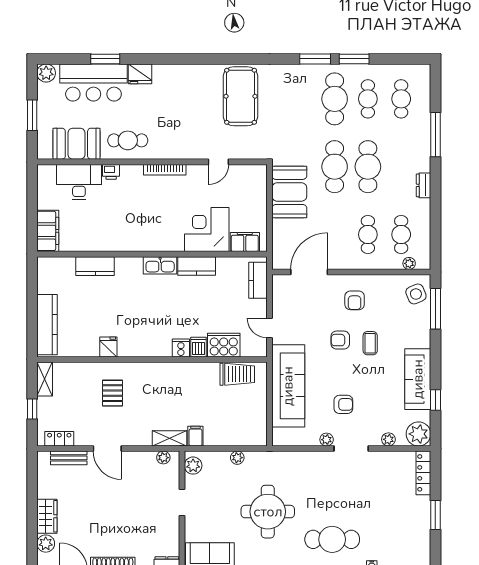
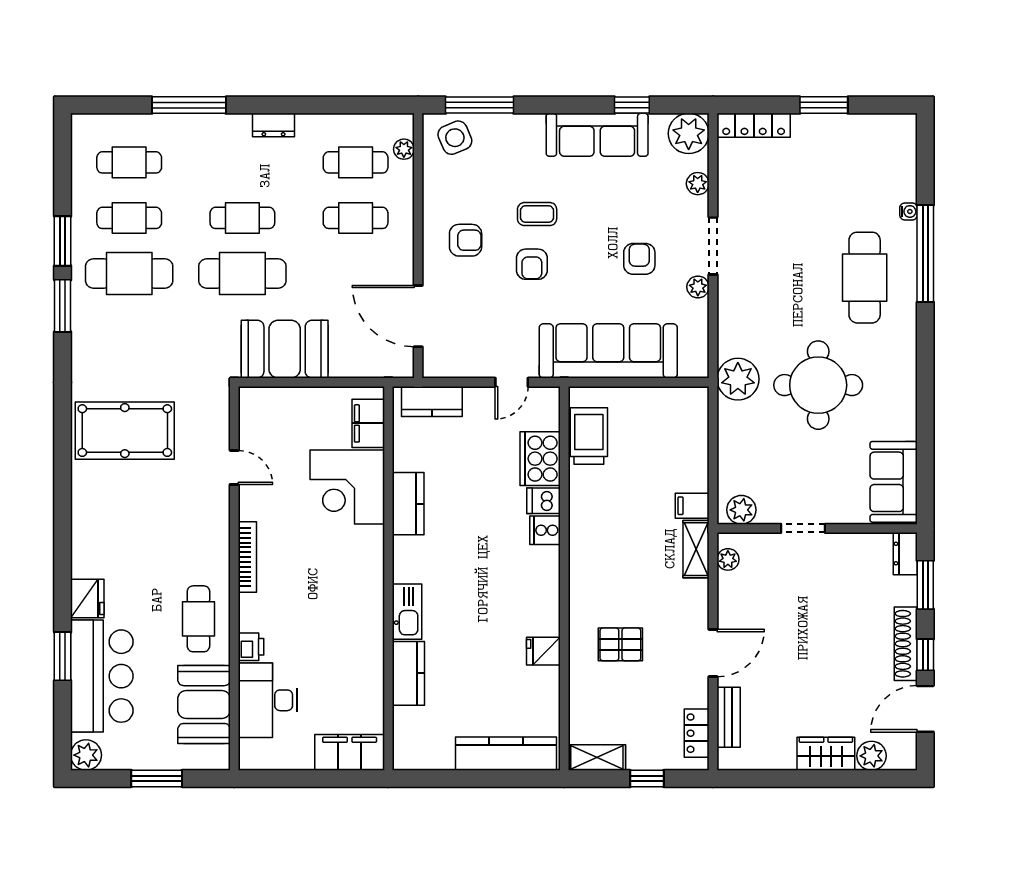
cafe table: (368, 167) -> (242, 218), width x0.73, depth x0.74
kitchen sink: (160, 265) -> (407, 612), moved
plant: (237, 458) -> (738, 379), moved, width x1.87, depth x1.87

